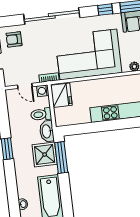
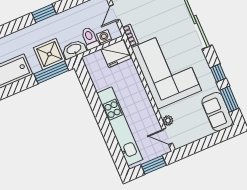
washing machine: (43, 91) -> (104, 37), moved

